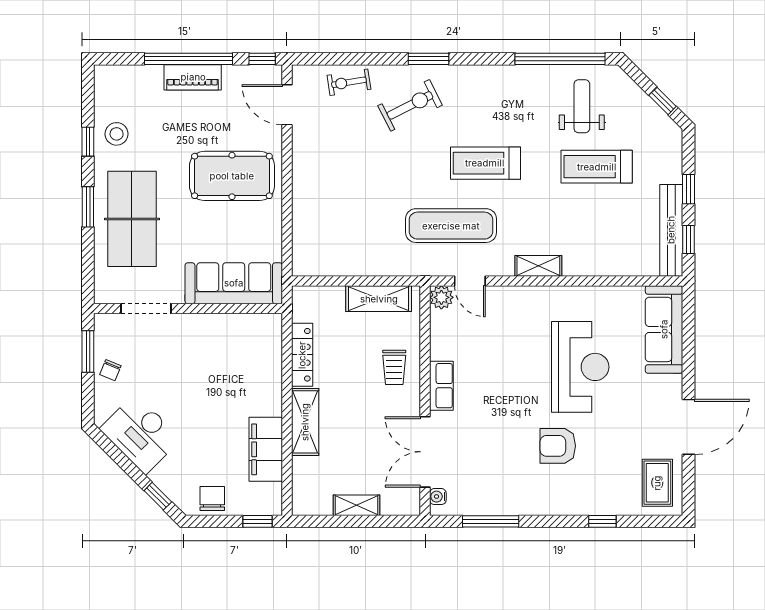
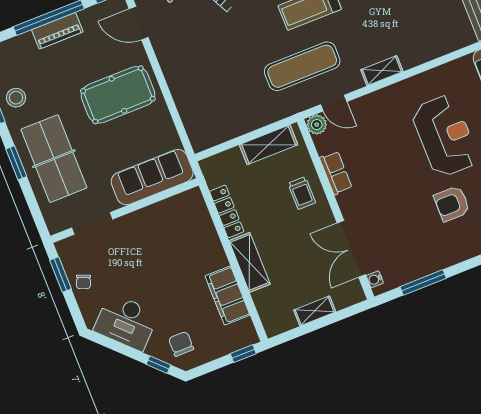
row of seats: (441, 386) -> (336, 173), moved
chair: (212, 499) -> (181, 344), moved

